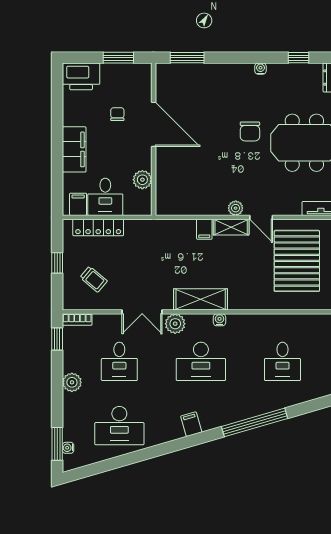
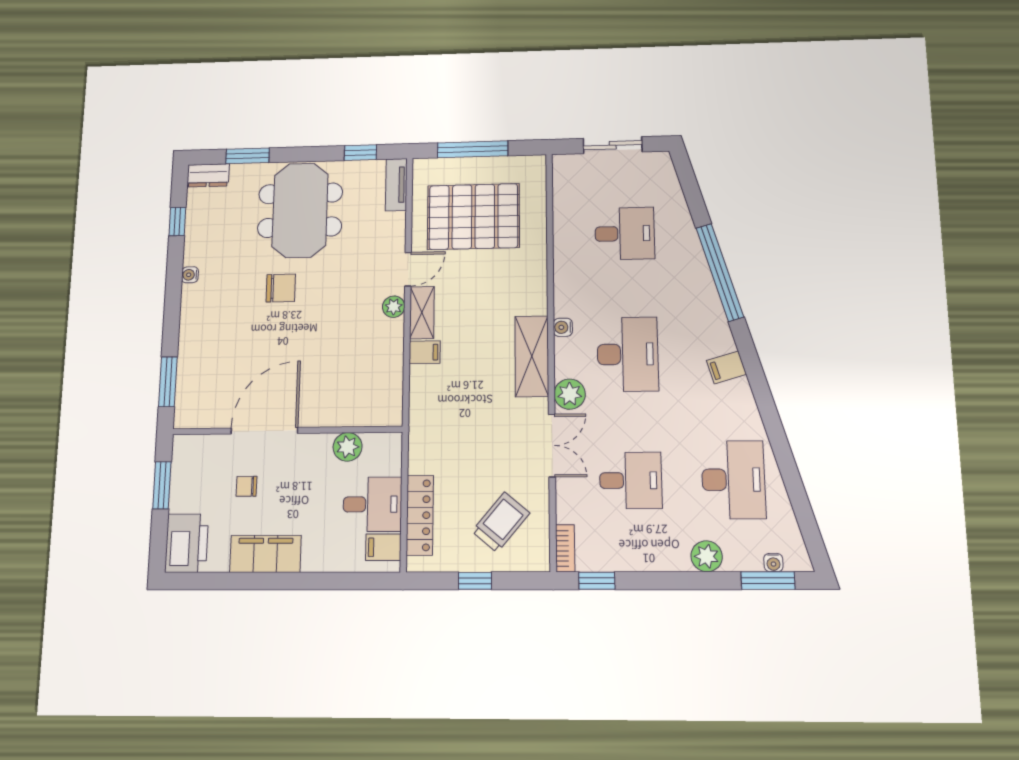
filing cabinet: (74, 149) -> (265, 554), moved
trolley: (94, 279) -> (501, 522), width x1.36, depth x1.39
plant: (72, 382) -> (707, 556), moved

